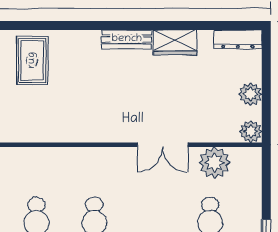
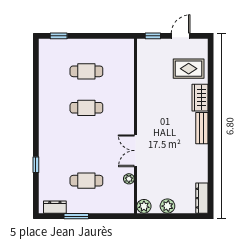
wardrobe: (175, 42) -> (200, 98), moved
plant: (214, 163) -> (129, 179), width x0.53, depth x0.53

